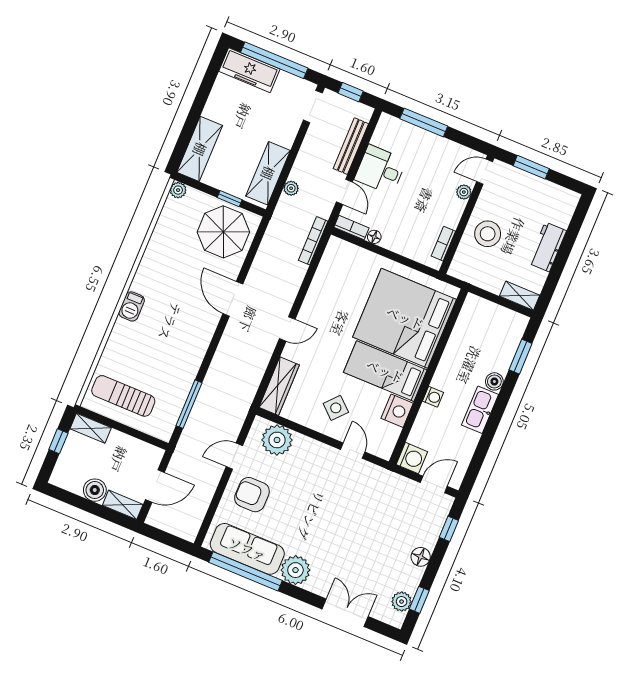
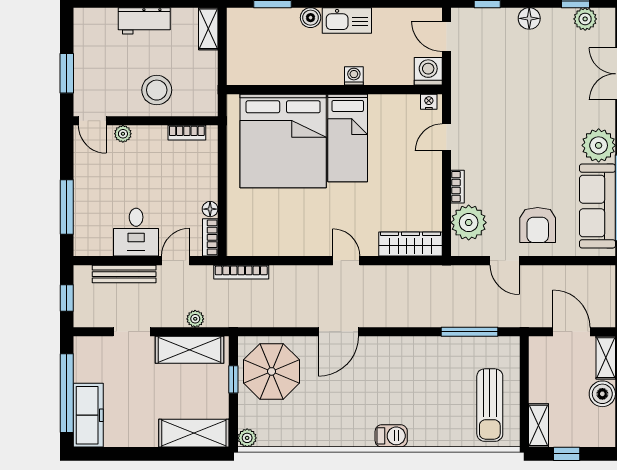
doorway: (313, 107) -> (132, 332), moved
side table: (336, 408) -> (409, 174), removed
nightstand: (397, 411) -> (429, 102), moved, width x0.53, depth x0.56
bookcase: (310, 443) -> (458, 187), added

